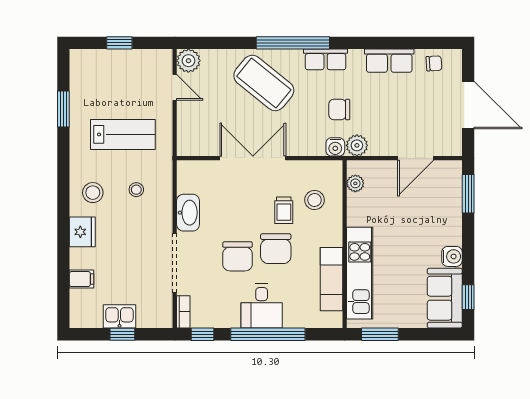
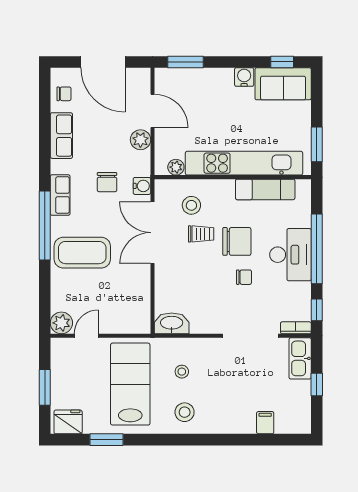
window: (119, 43) -> (45, 387), width x1.50
chair: (434, 63) -> (64, 94), turned 93
coffee table: (264, 83) -> (82, 253), turned 51
door: (468, 105) -> (103, 62), swing flipped
lab bench: (123, 134) -> (130, 384), width x1.36, depth x1.39
plant: (357, 145) -> (140, 140), moved
double door: (253, 158) -> (152, 233), moved
washbasin: (188, 213) -> (172, 323), moved
fridge: (82, 232) -> (68, 422), moved
chair: (238, 256) -> (244, 277), width x0.54, depth x0.54
kitchen unit: (360, 273) -> (244, 163), width x1.36
desk: (262, 306) -> (290, 255), width x1.37
kitchen sink: (119, 316) -> (300, 358), moved, width x1.38

